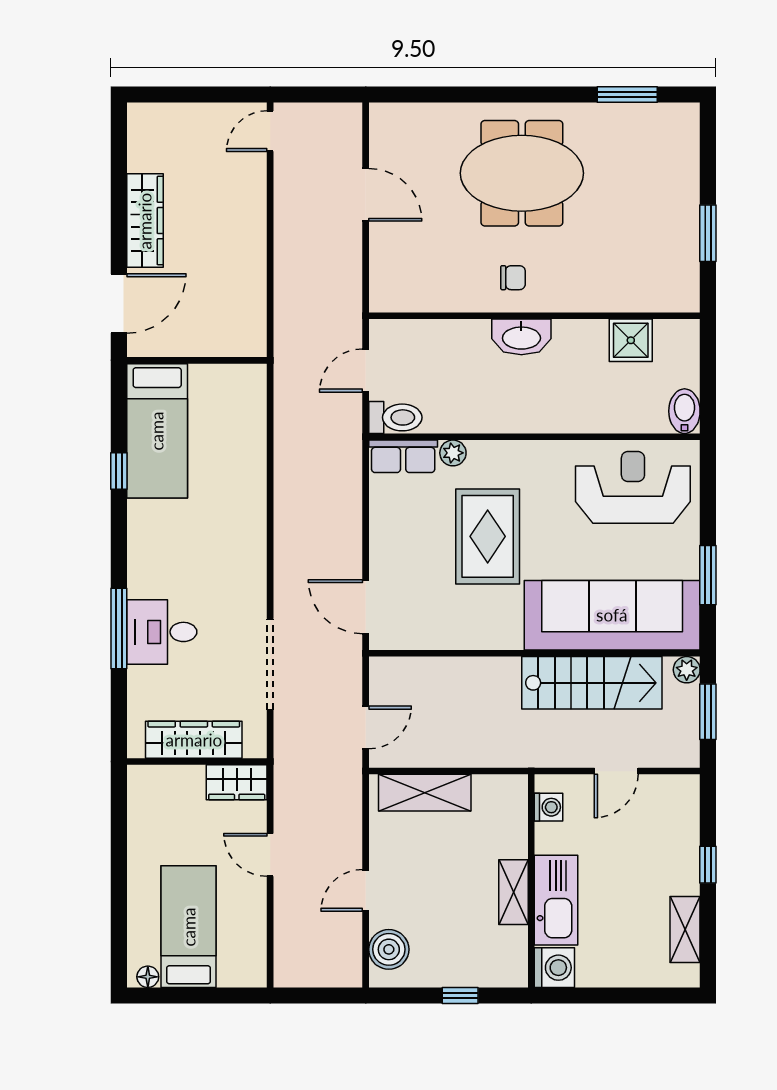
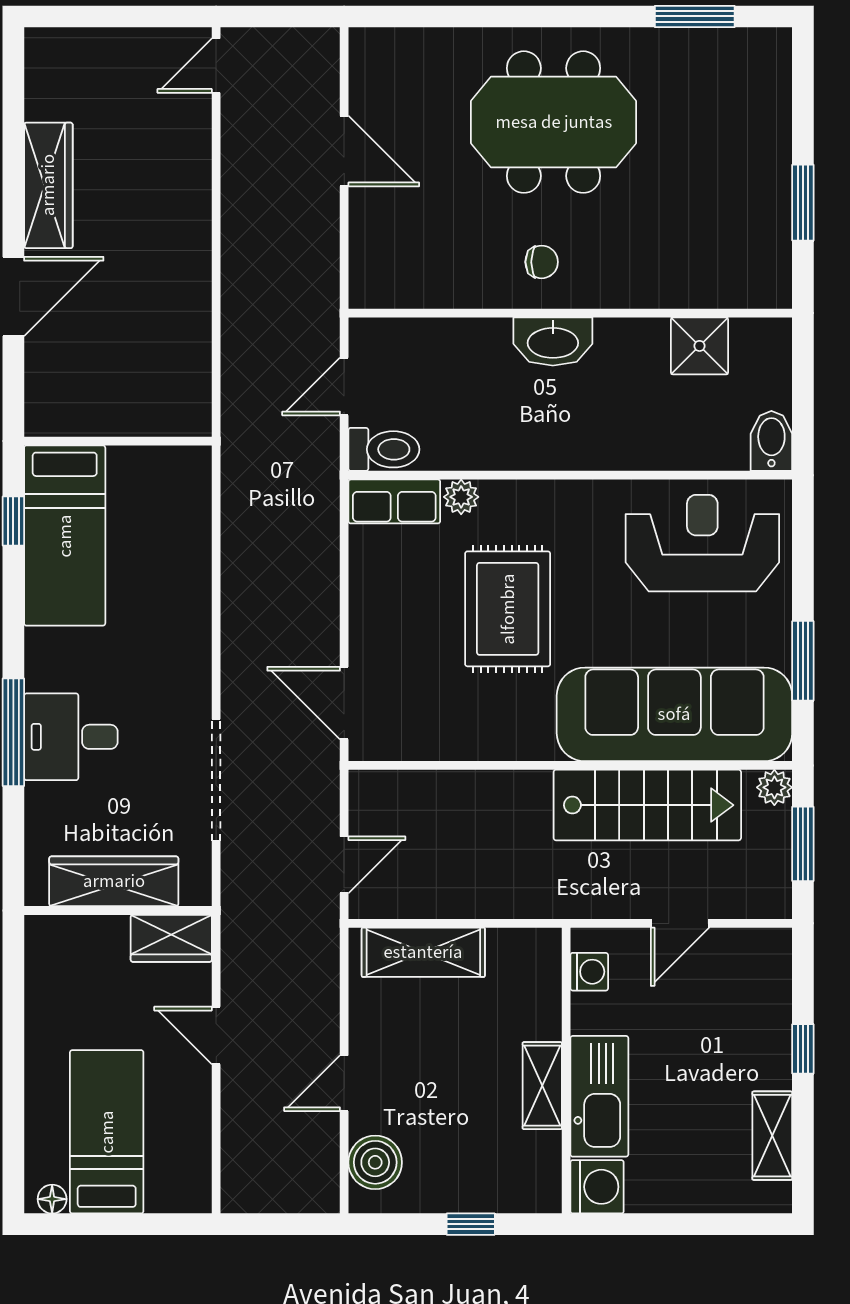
wall: (197, 360) -> (118, 441), moved
bed: (157, 431) -> (65, 536), moved

